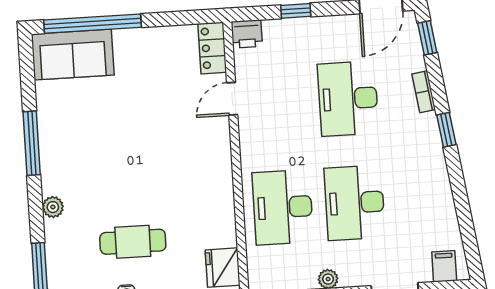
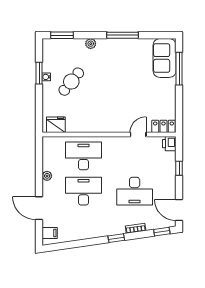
window: (93, 24) -> (179, 69), width x0.68
door: (232, 99) -> (138, 135), hinge flipped
desk: (348, 99) -> (135, 191), turned 180
cafe table: (133, 242) -> (71, 82), turned 39

